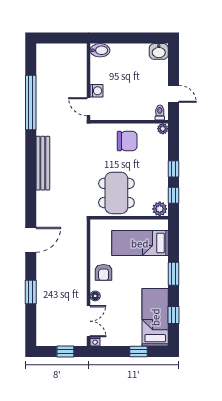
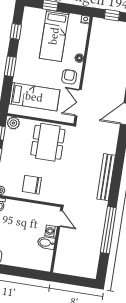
bidet: (100, 50) -> (46, 243), moved
bed: (155, 317) -> (54, 36), moved
double door: (89, 321) -> (78, 103), moved

